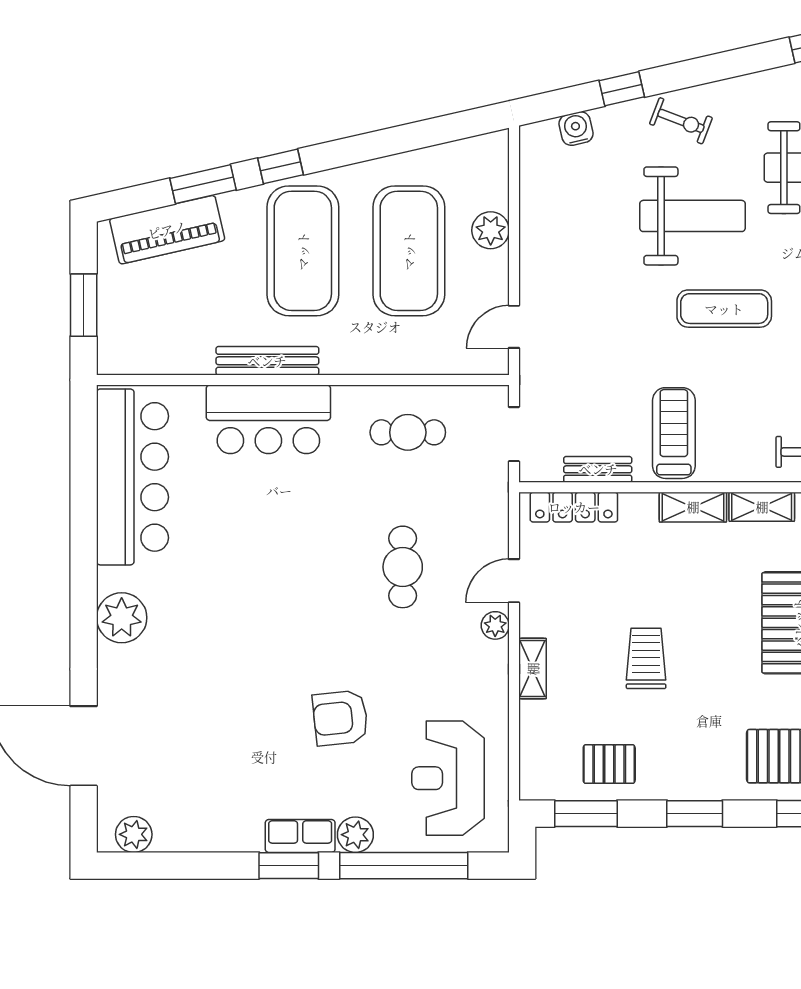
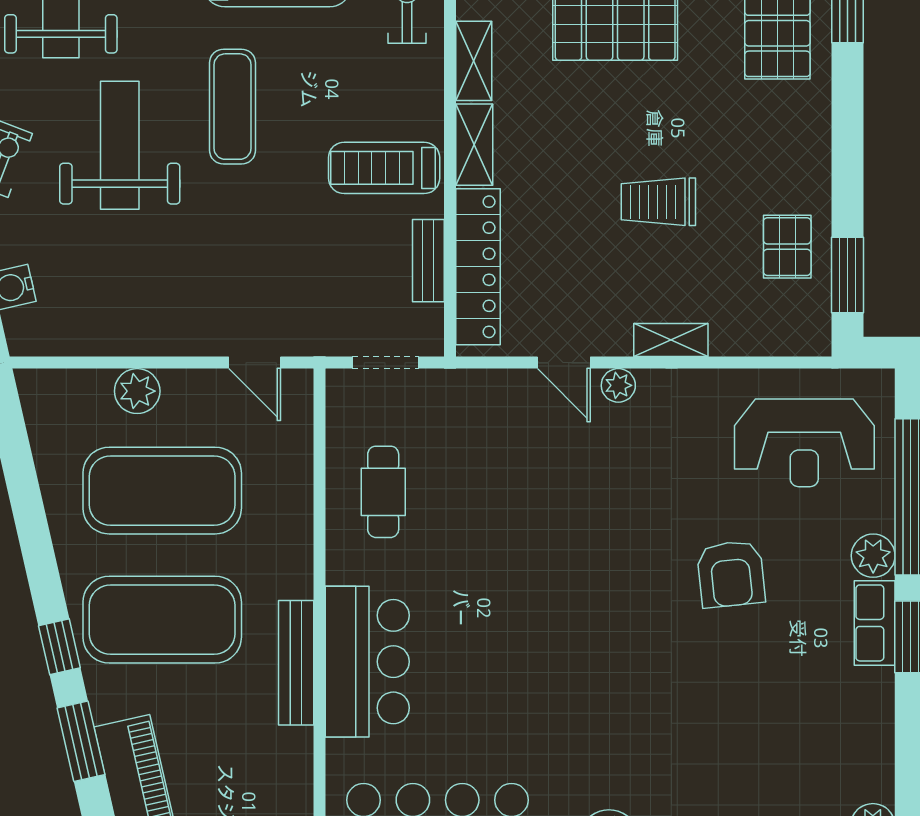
locker: (574, 507) -> (478, 267), width x1.41, depth x1.21
cafe table: (403, 567) -> (547, 498), removed
window: (695, 814) -> (847, 143), removed

